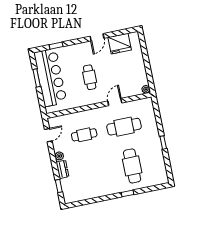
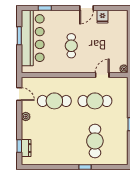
fridge: (120, 44) -> (102, 17), width x0.53, depth x0.75
door: (115, 102) -> (102, 75), moved
door: (48, 135) -> (19, 94), hinge flipped
cafe table: (84, 135) -> (54, 101), width x1.37, depth x1.35
dresser: (62, 169) -> (26, 148), moved

